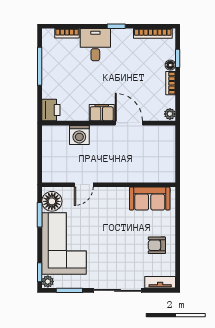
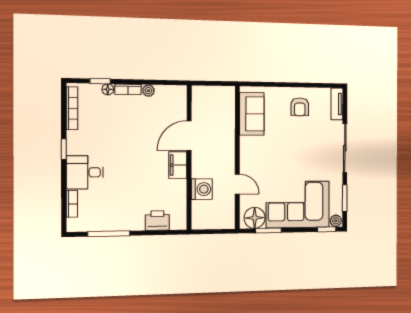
filing cabinet: (102, 113) -> (178, 165), moved
plant: (170, 114) -> (148, 91), moved
wall: (109, 123) -> (189, 158), moved
door: (129, 123) -> (189, 136), moved
washing machine: (79, 135) -> (202, 189), moved

